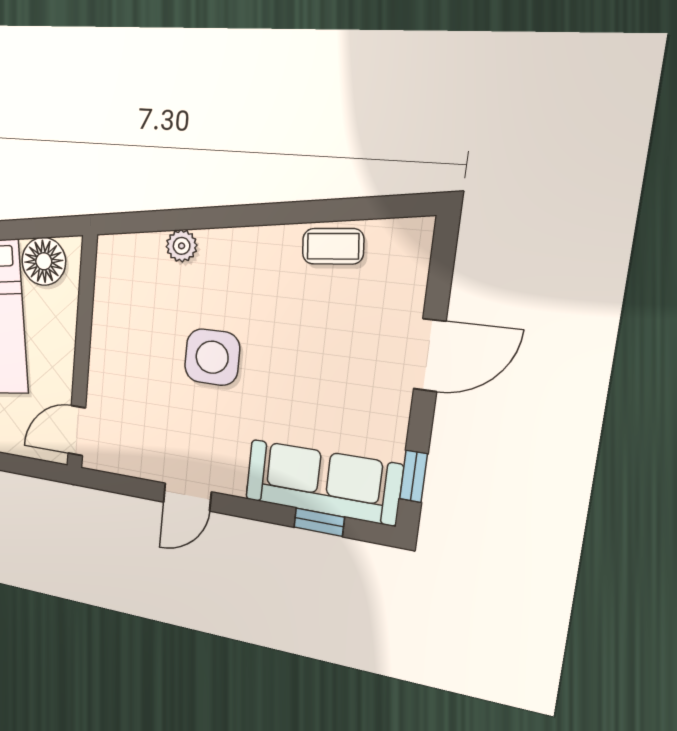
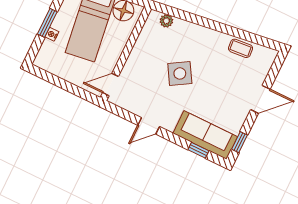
plant: (182, 246) -> (166, 21), moved
side table: (212, 357) -> (180, 73), turned -31

